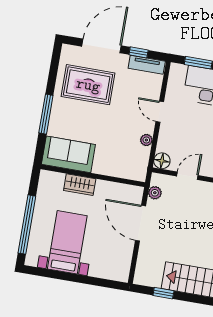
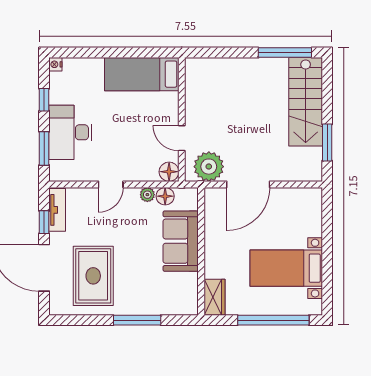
sofa: (68, 154) -> (181, 241), moved
floor lamp: (143, 154) -> (165, 196), added
wardrobe: (80, 185) -> (214, 297), moved
plant: (155, 193) -> (209, 167), width x1.88, depth x1.88
window: (163, 293) -> (327, 142), width x1.50

